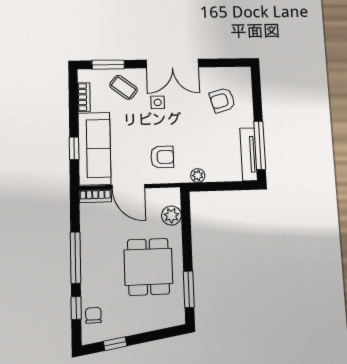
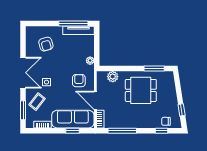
door: (128, 187) -> (95, 100), swing flipped
window: (75, 257) -> (122, 131), moved

